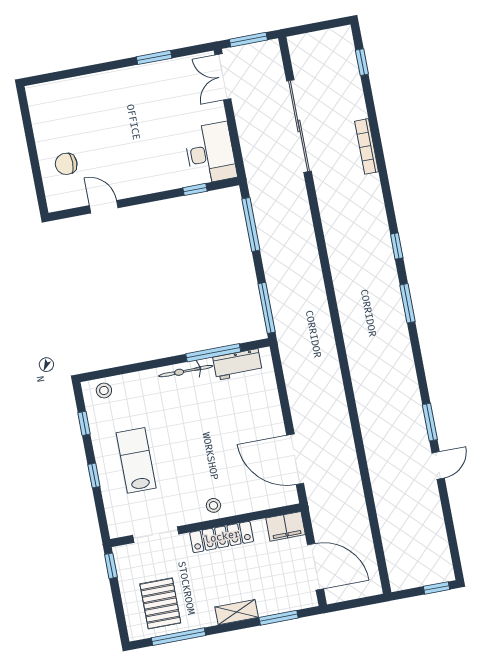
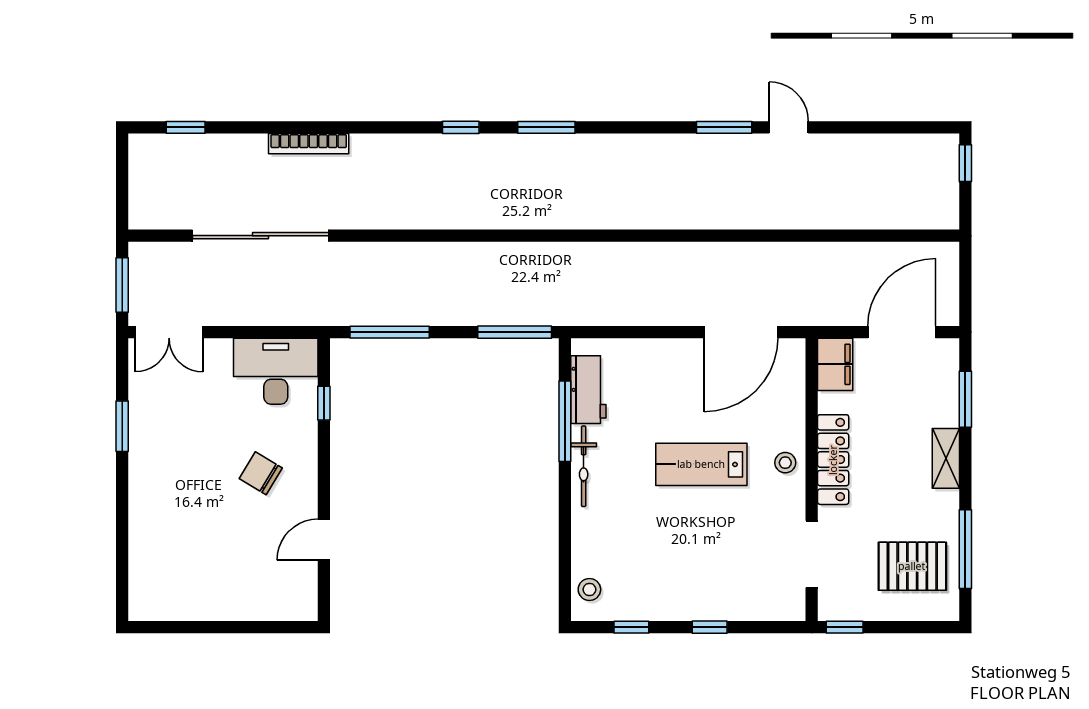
chair: (66, 164) -> (261, 473), moved, turned 121
lab bench: (136, 460) -> (701, 464), moved

